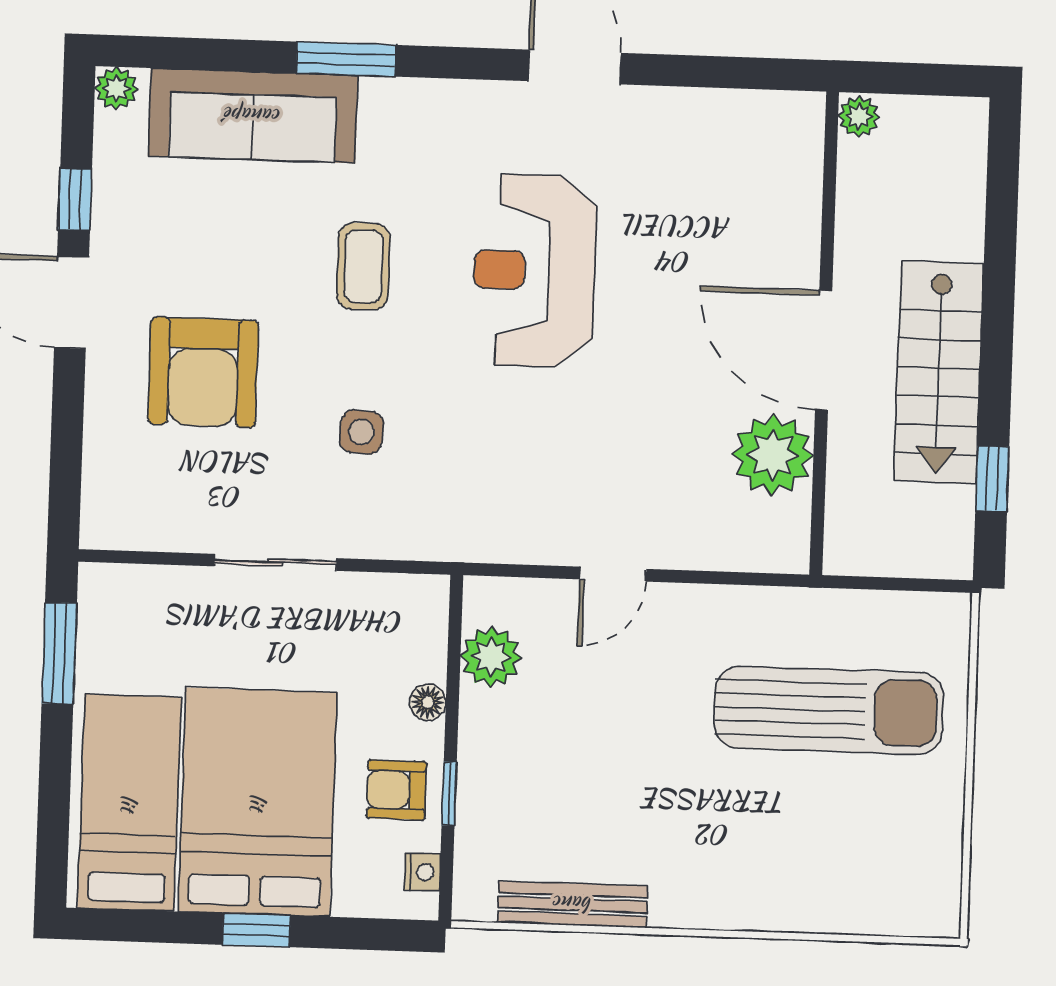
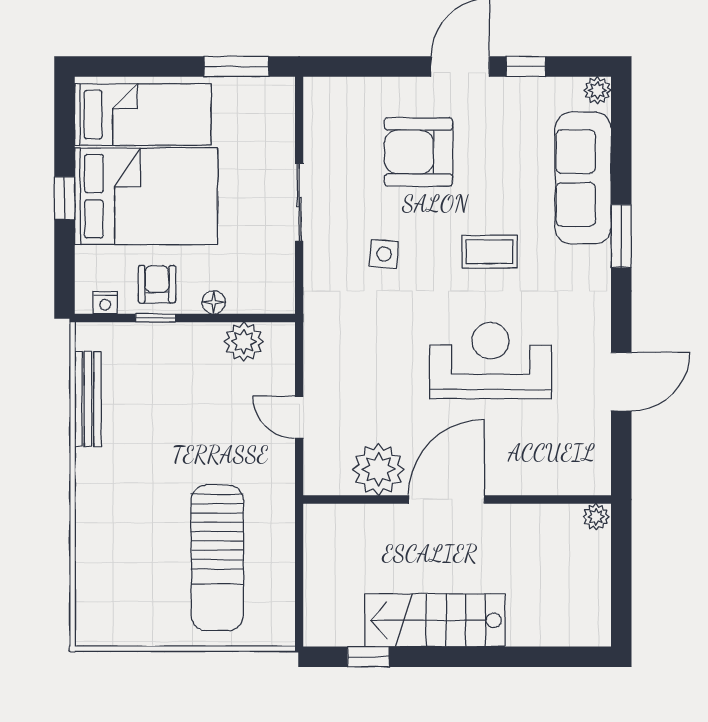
plant: (859, 116) -> (596, 517), moved
wall: (824, 333) -> (457, 499), moved
door: (824, 350) -> (446, 499), moved
plant: (773, 455) -> (378, 469), moved

